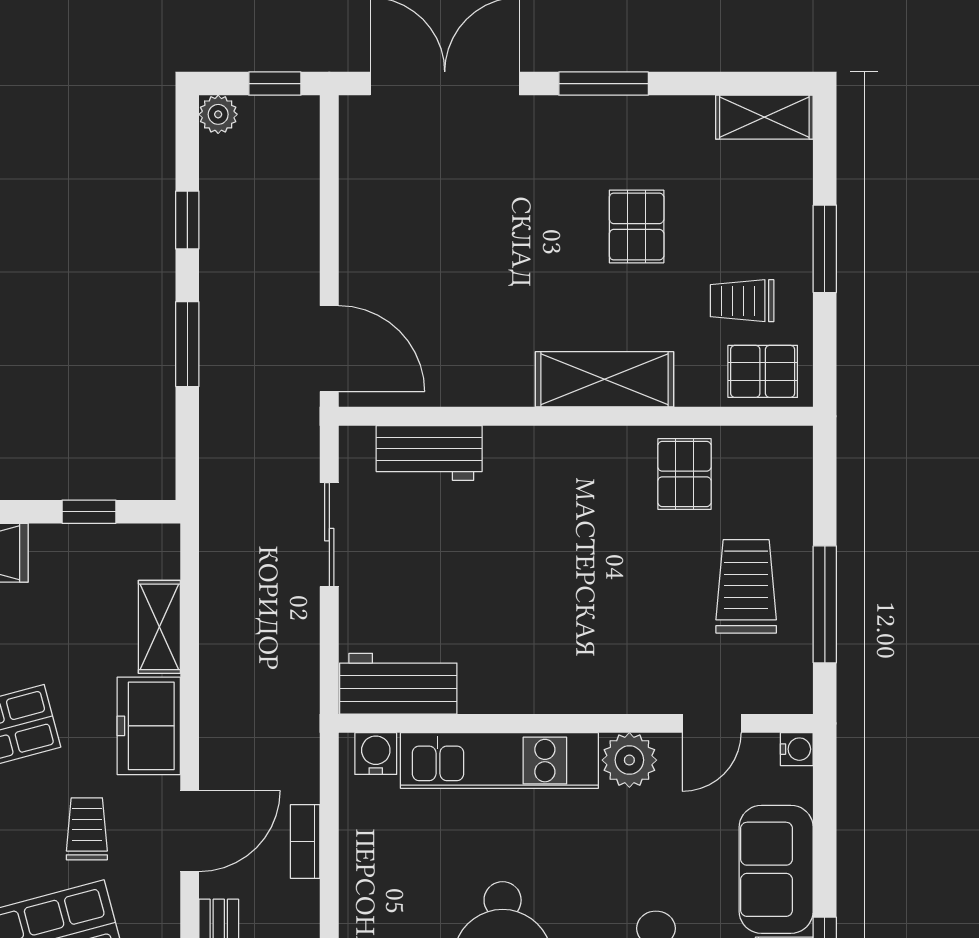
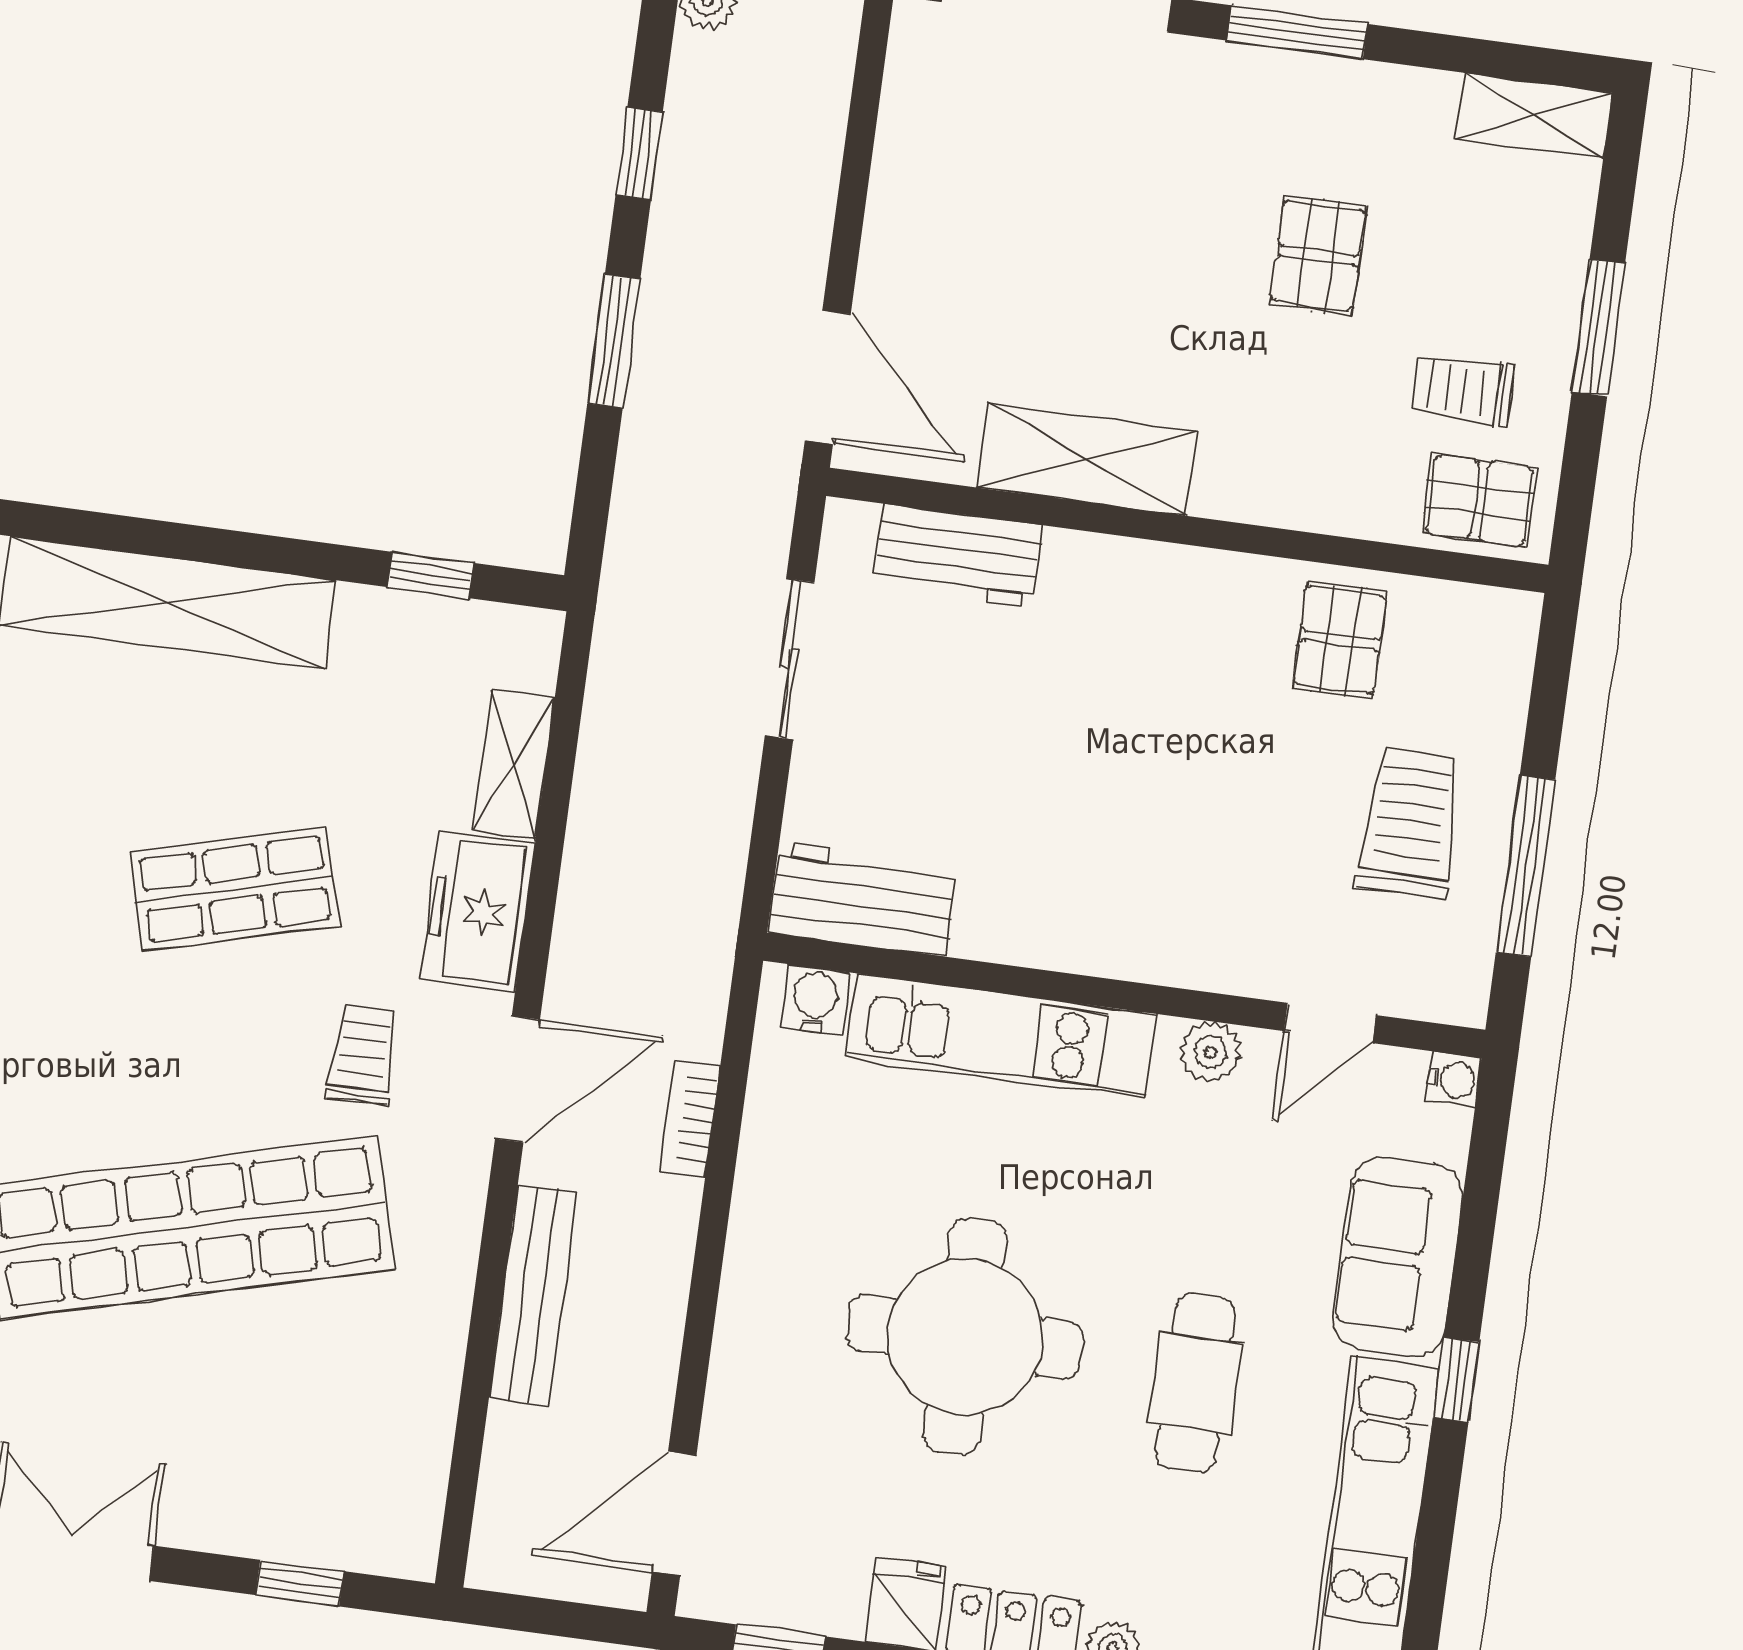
shelving: (604, 379) -> (1087, 460), moved
plant: (629, 760) -> (1211, 1052), width x0.73, depth x0.73

